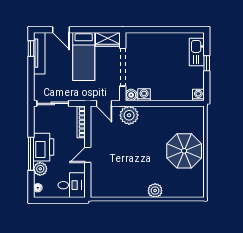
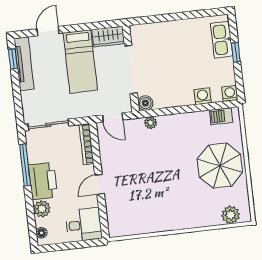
door: (61, 30) -> (48, 31), swing flipped
washing machine: (144, 95) -> (203, 96), moved
barbecue: (189, 112) -> (221, 116), added
plant: (129, 115) -> (151, 123), width x0.53, depth x0.53
window: (31, 154) -> (25, 165), moved
plant: (155, 191) -> (231, 215), moved

